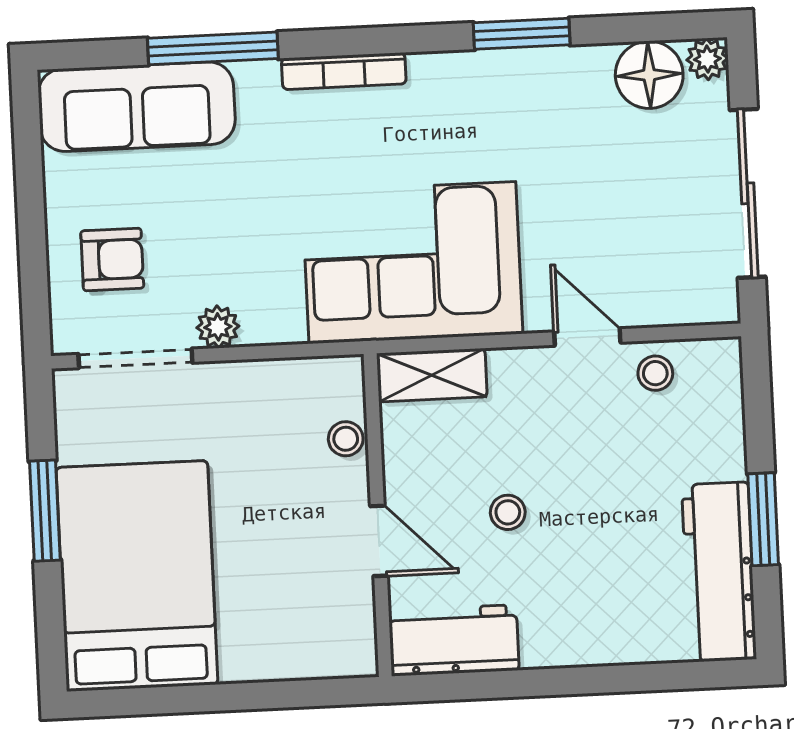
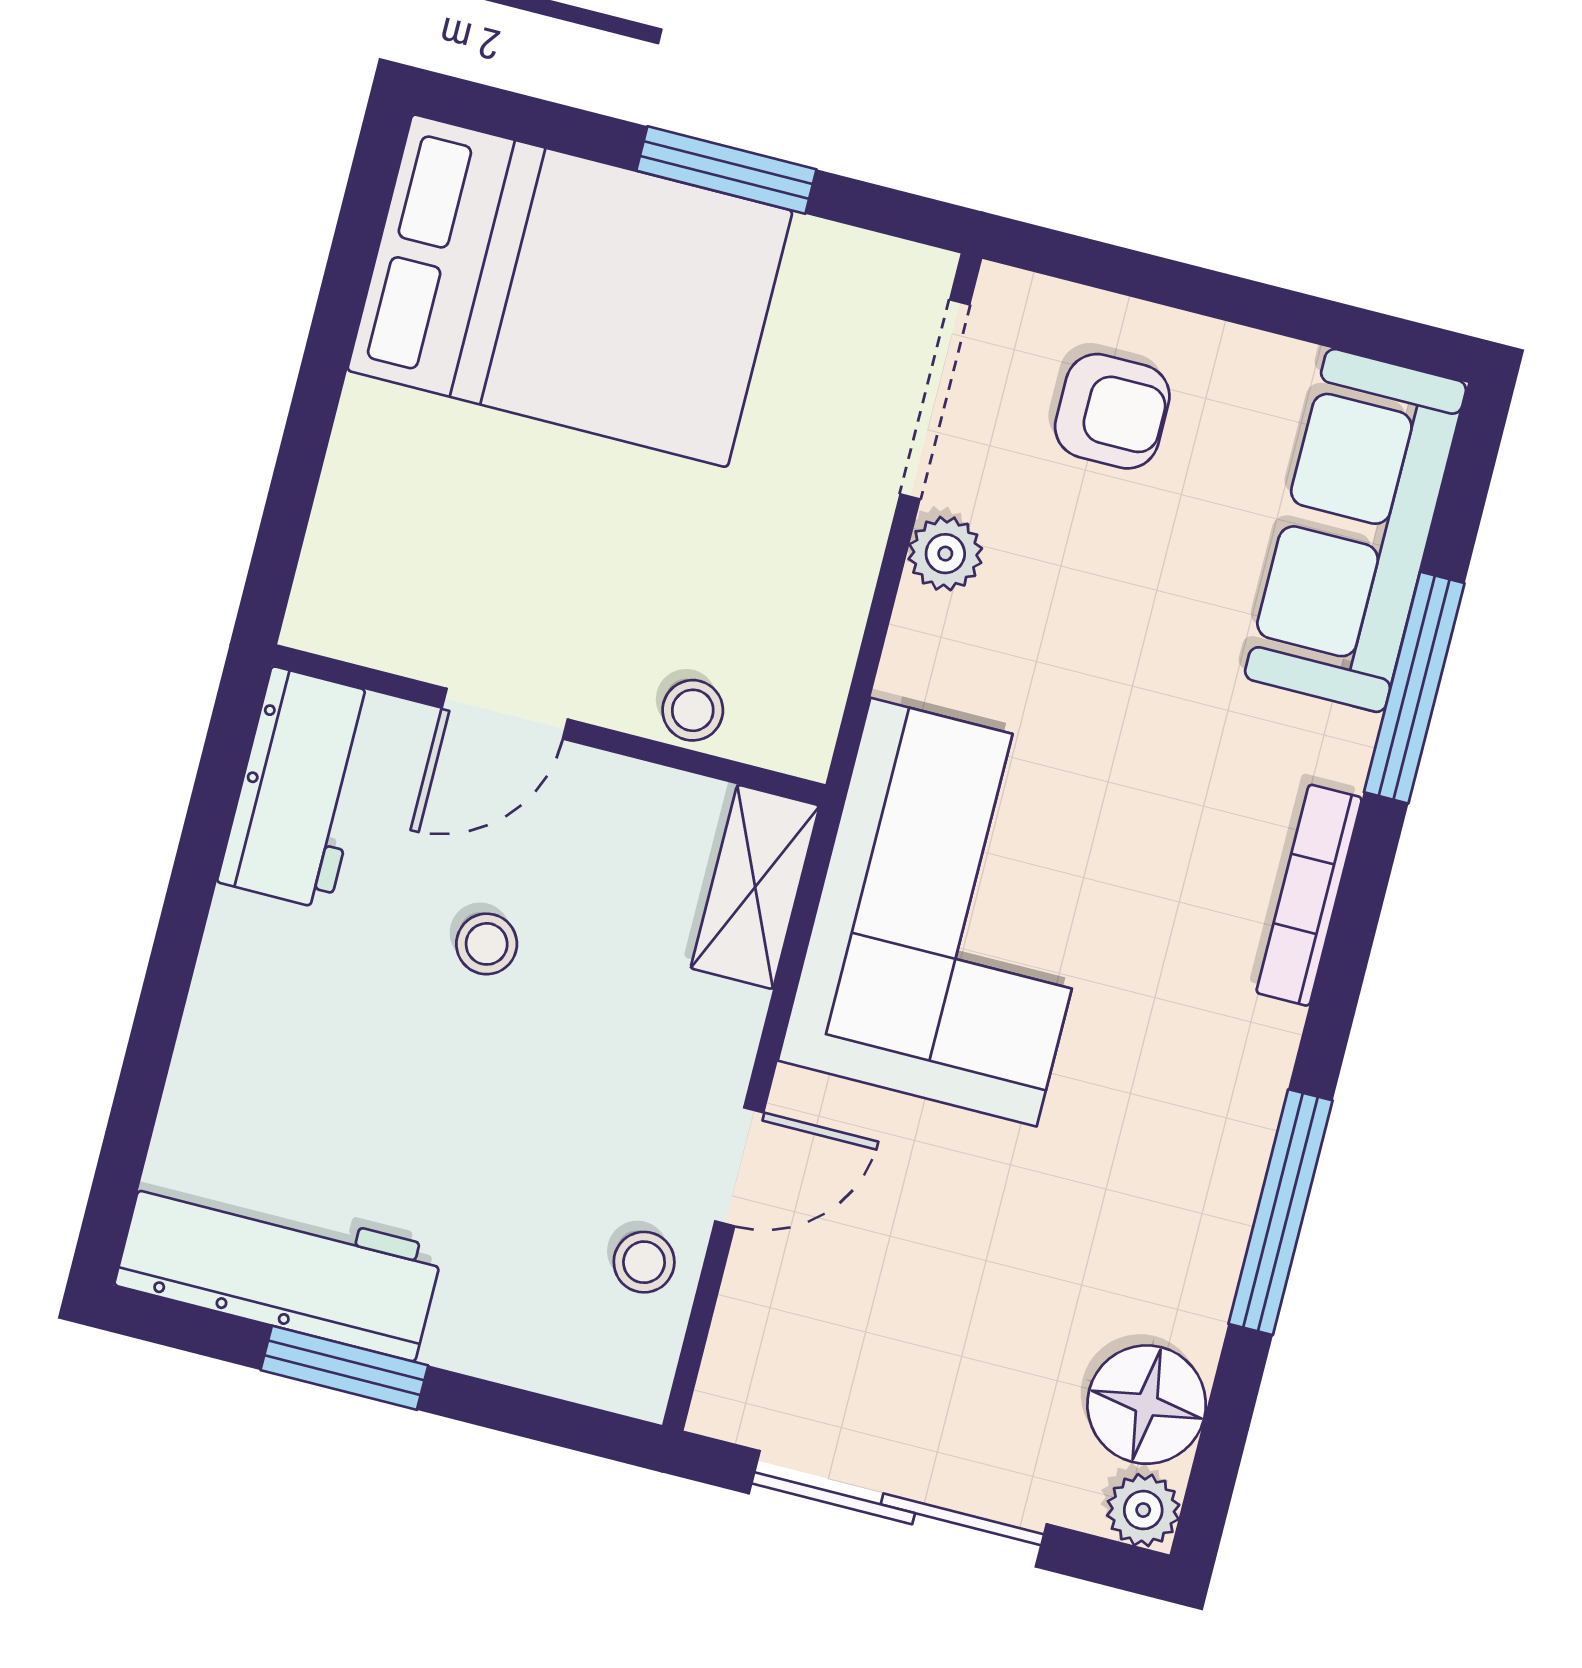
window: (522, 34) -> (1280, 1212), width x1.44
armchair: (112, 259) -> (1112, 411), turned -90

